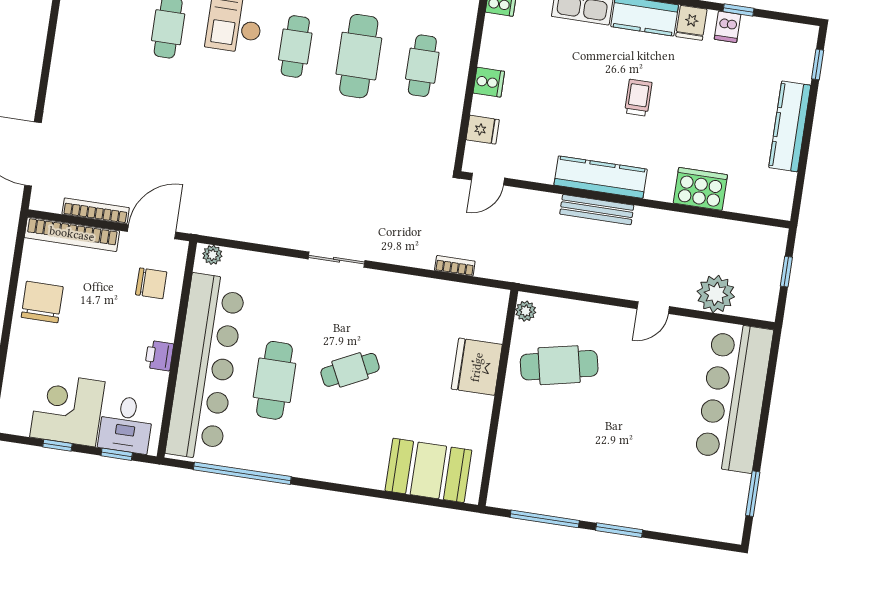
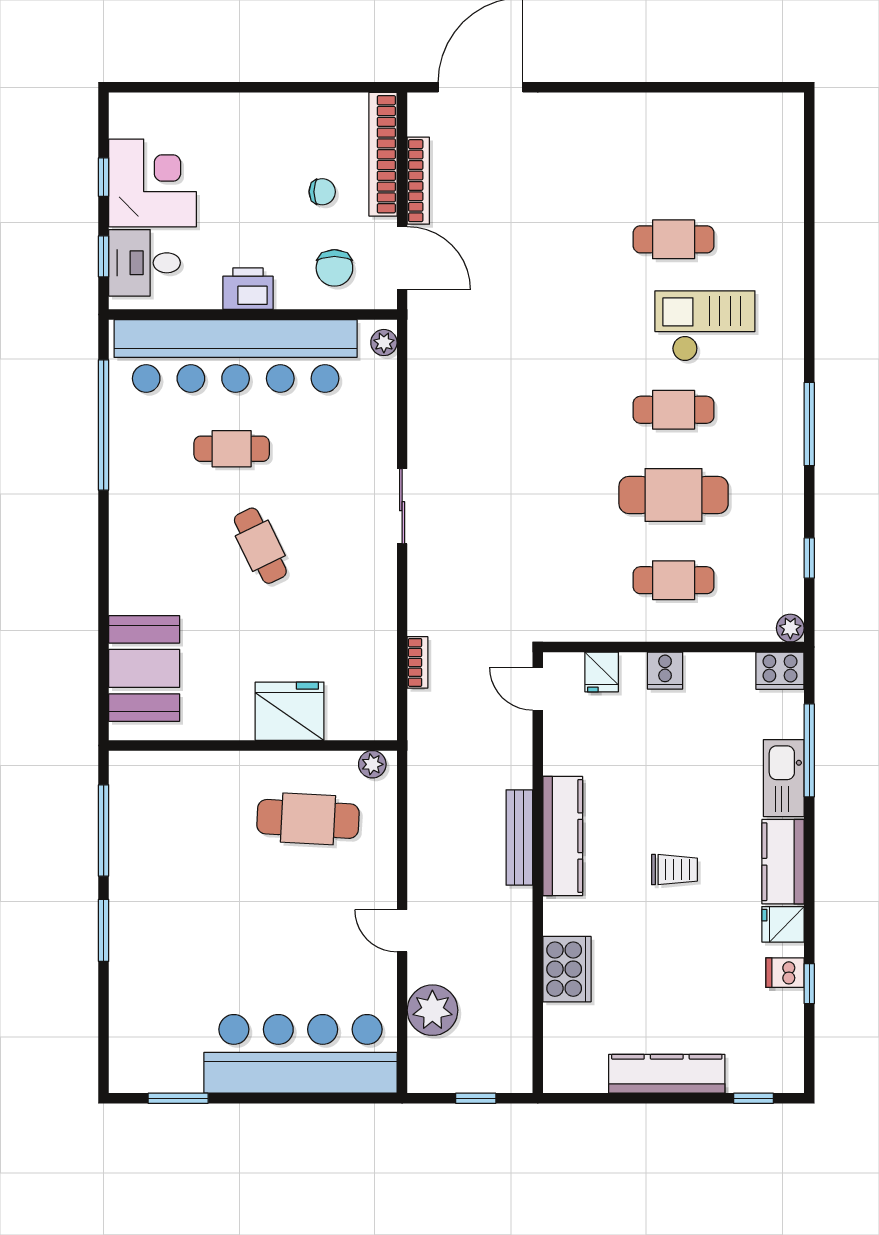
chair: (42, 302) -> (322, 192), moved, width x0.54, depth x0.54
printer: (159, 356) -> (248, 289), width x1.36, depth x1.24
cafe table: (559, 365) -> (308, 819), turned -75
cafe table: (274, 380) -> (232, 449), width x0.73, depth x0.74

